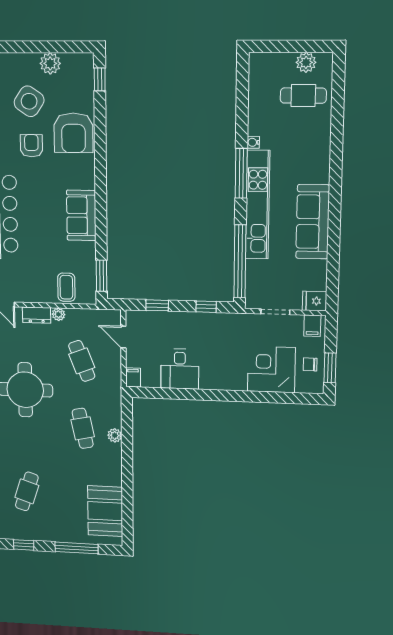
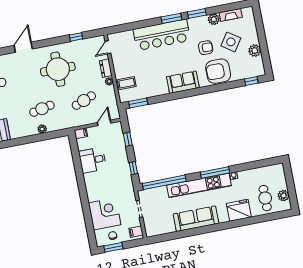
sofa: (81, 215) -> (183, 82), moved
fridge: (314, 301) -> (239, 210), moved, width x1.88, depth x1.34

